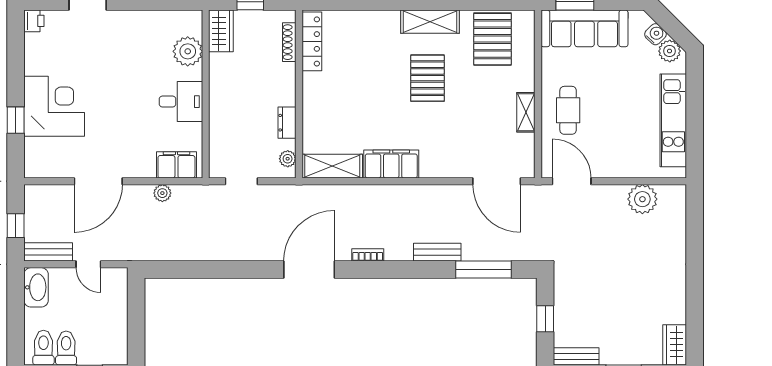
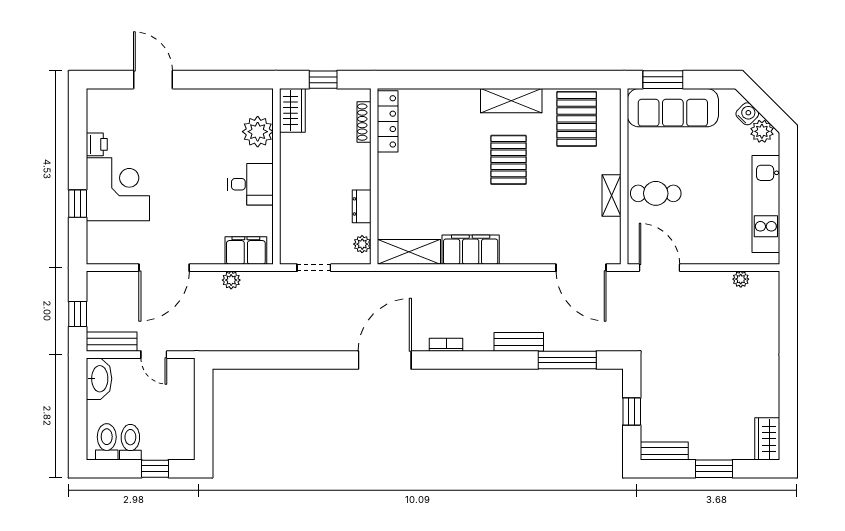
printer: (34, 21) -> (97, 144), moved
cafe table: (568, 110) -> (656, 193), turned 90
plant: (642, 199) -> (741, 279), width x0.53, depth x0.53

